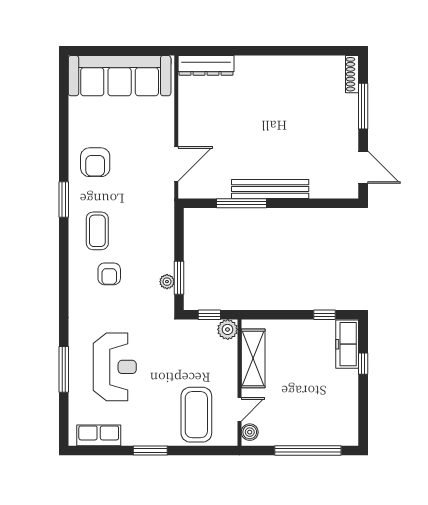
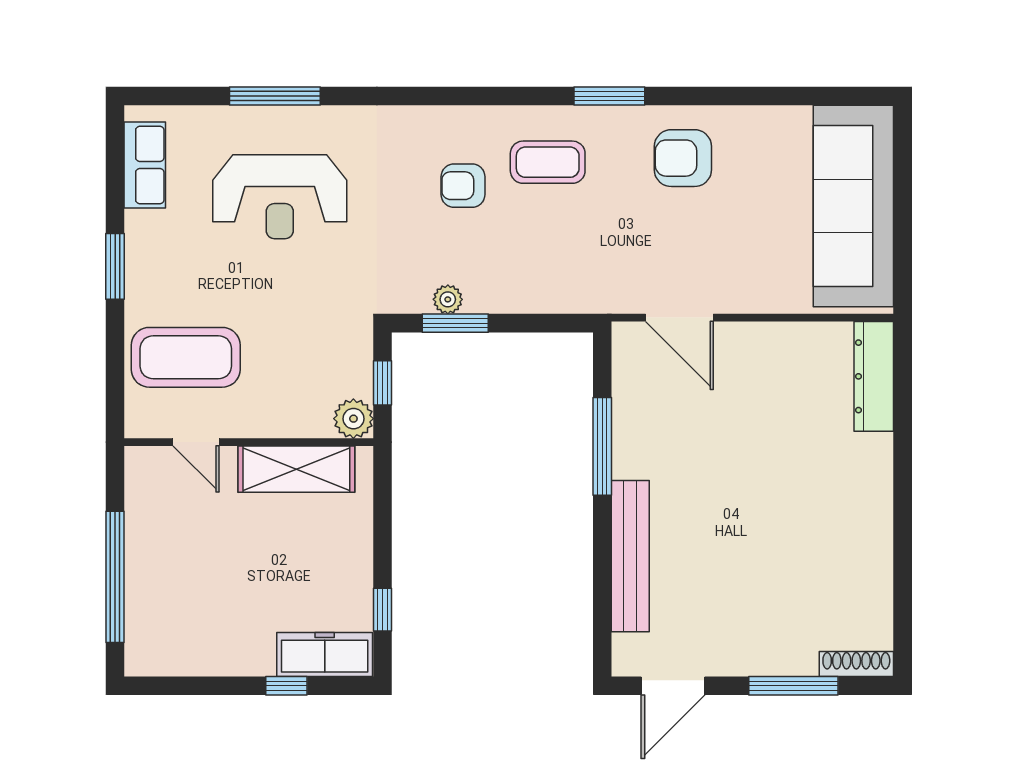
bench: (270, 189) -> (630, 556), moved
boiler: (250, 432) -> (151, 462), removed

